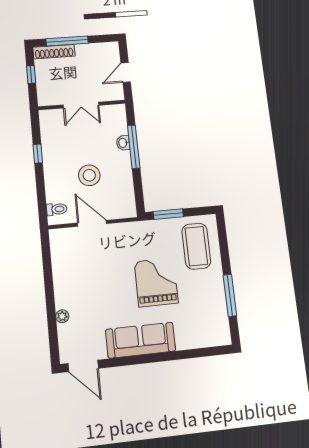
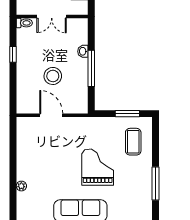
window: (134, 147) -> (91, 68), moved
toilet: (57, 209) -> (24, 23), moved
window: (168, 214) -> (127, 114), moved
coffee table: (196, 246) -> (133, 142), width x0.73, depth x0.76

